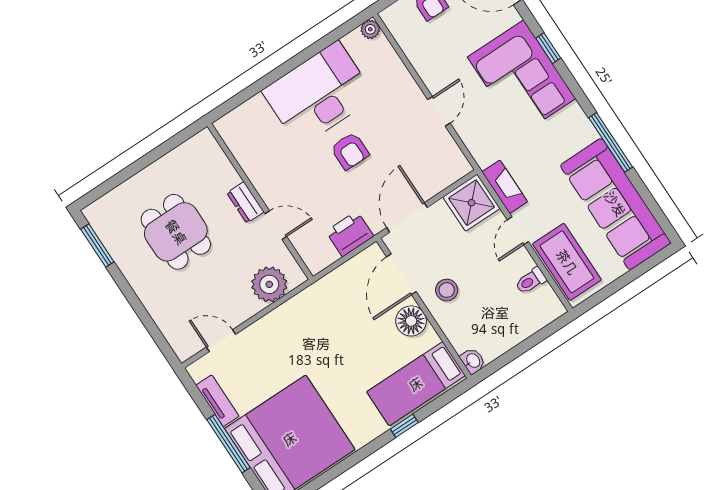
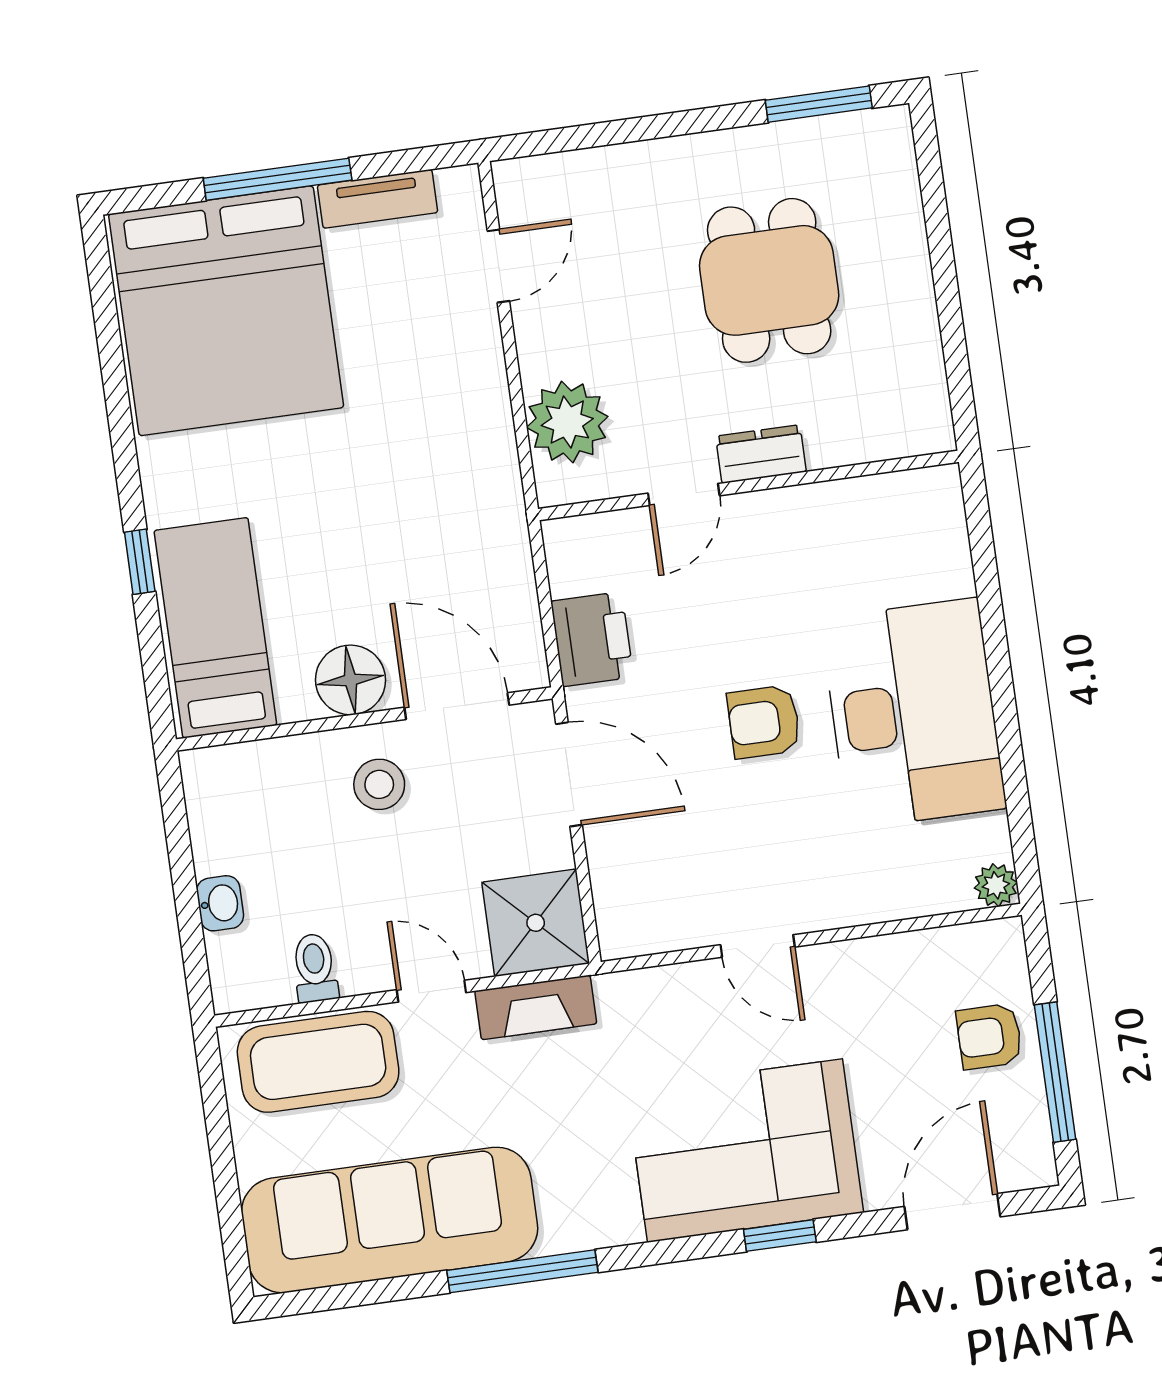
dining table: (176, 232) -> (769, 280), turned 90
washbasin: (473, 361) -> (220, 903), moved, turned -90

